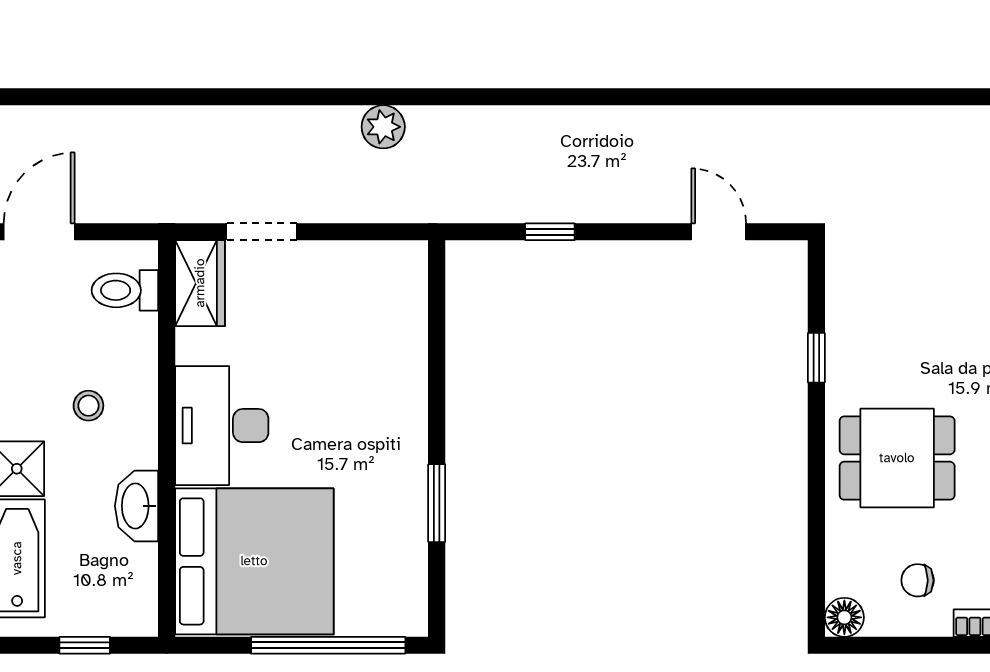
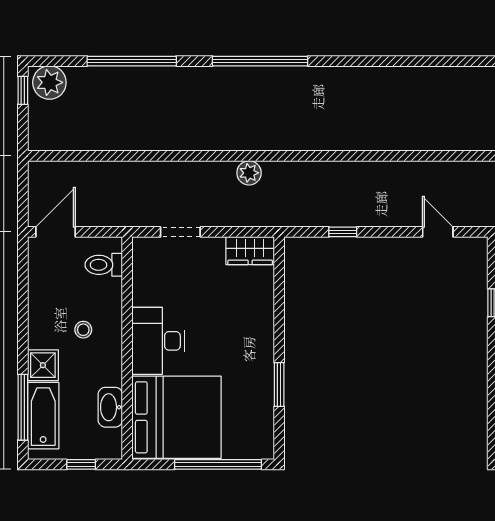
wardrobe: (200, 283) -> (250, 251), moved, turned 90
washbasin: (137, 506) -> (110, 407), moved

